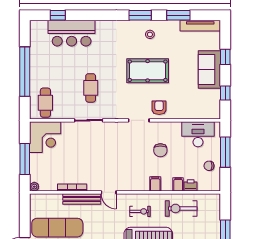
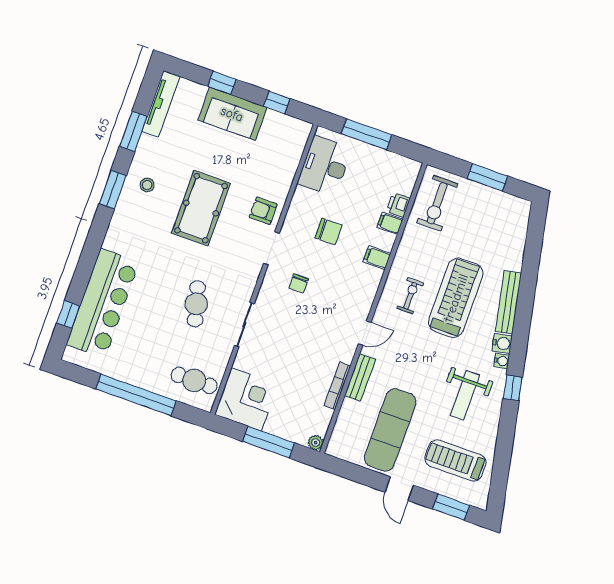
bar counter: (72, 33) -> (103, 303), width x1.36
cafe table: (91, 88) -> (196, 304), turned 75
chair: (209, 166) -> (299, 284), moved
bench: (82, 199) -> (360, 377), width x0.73
exercise bike: (181, 208) -> (437, 203), moved

